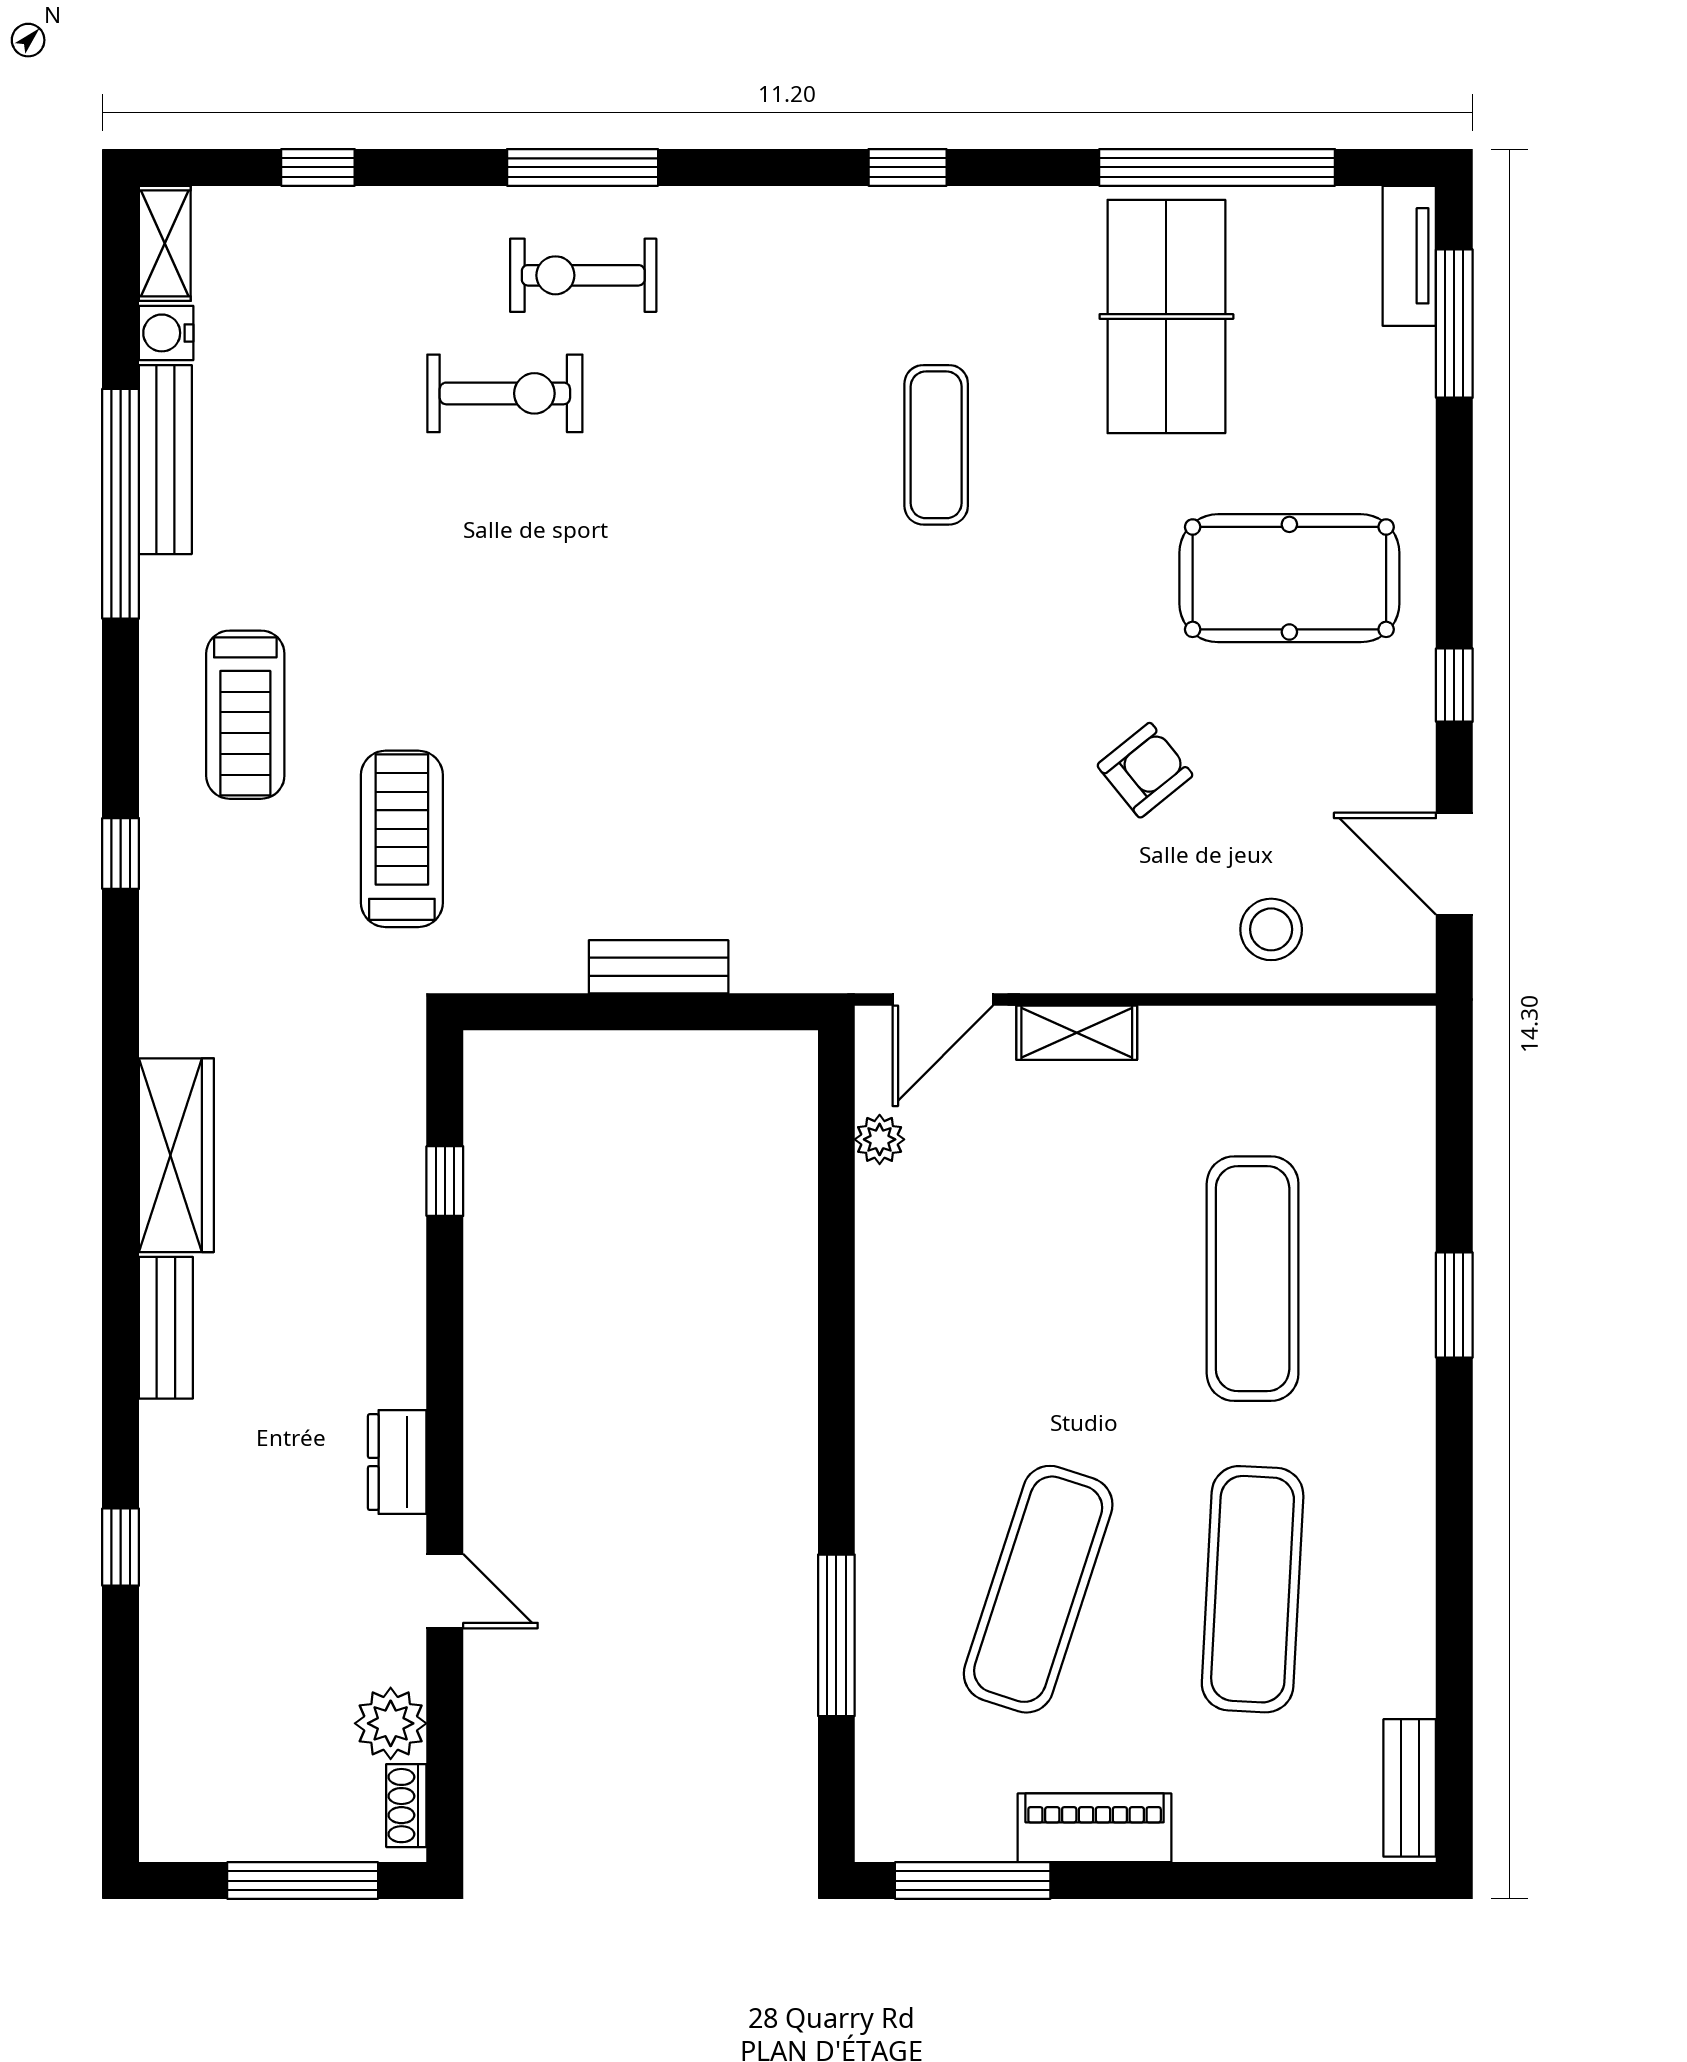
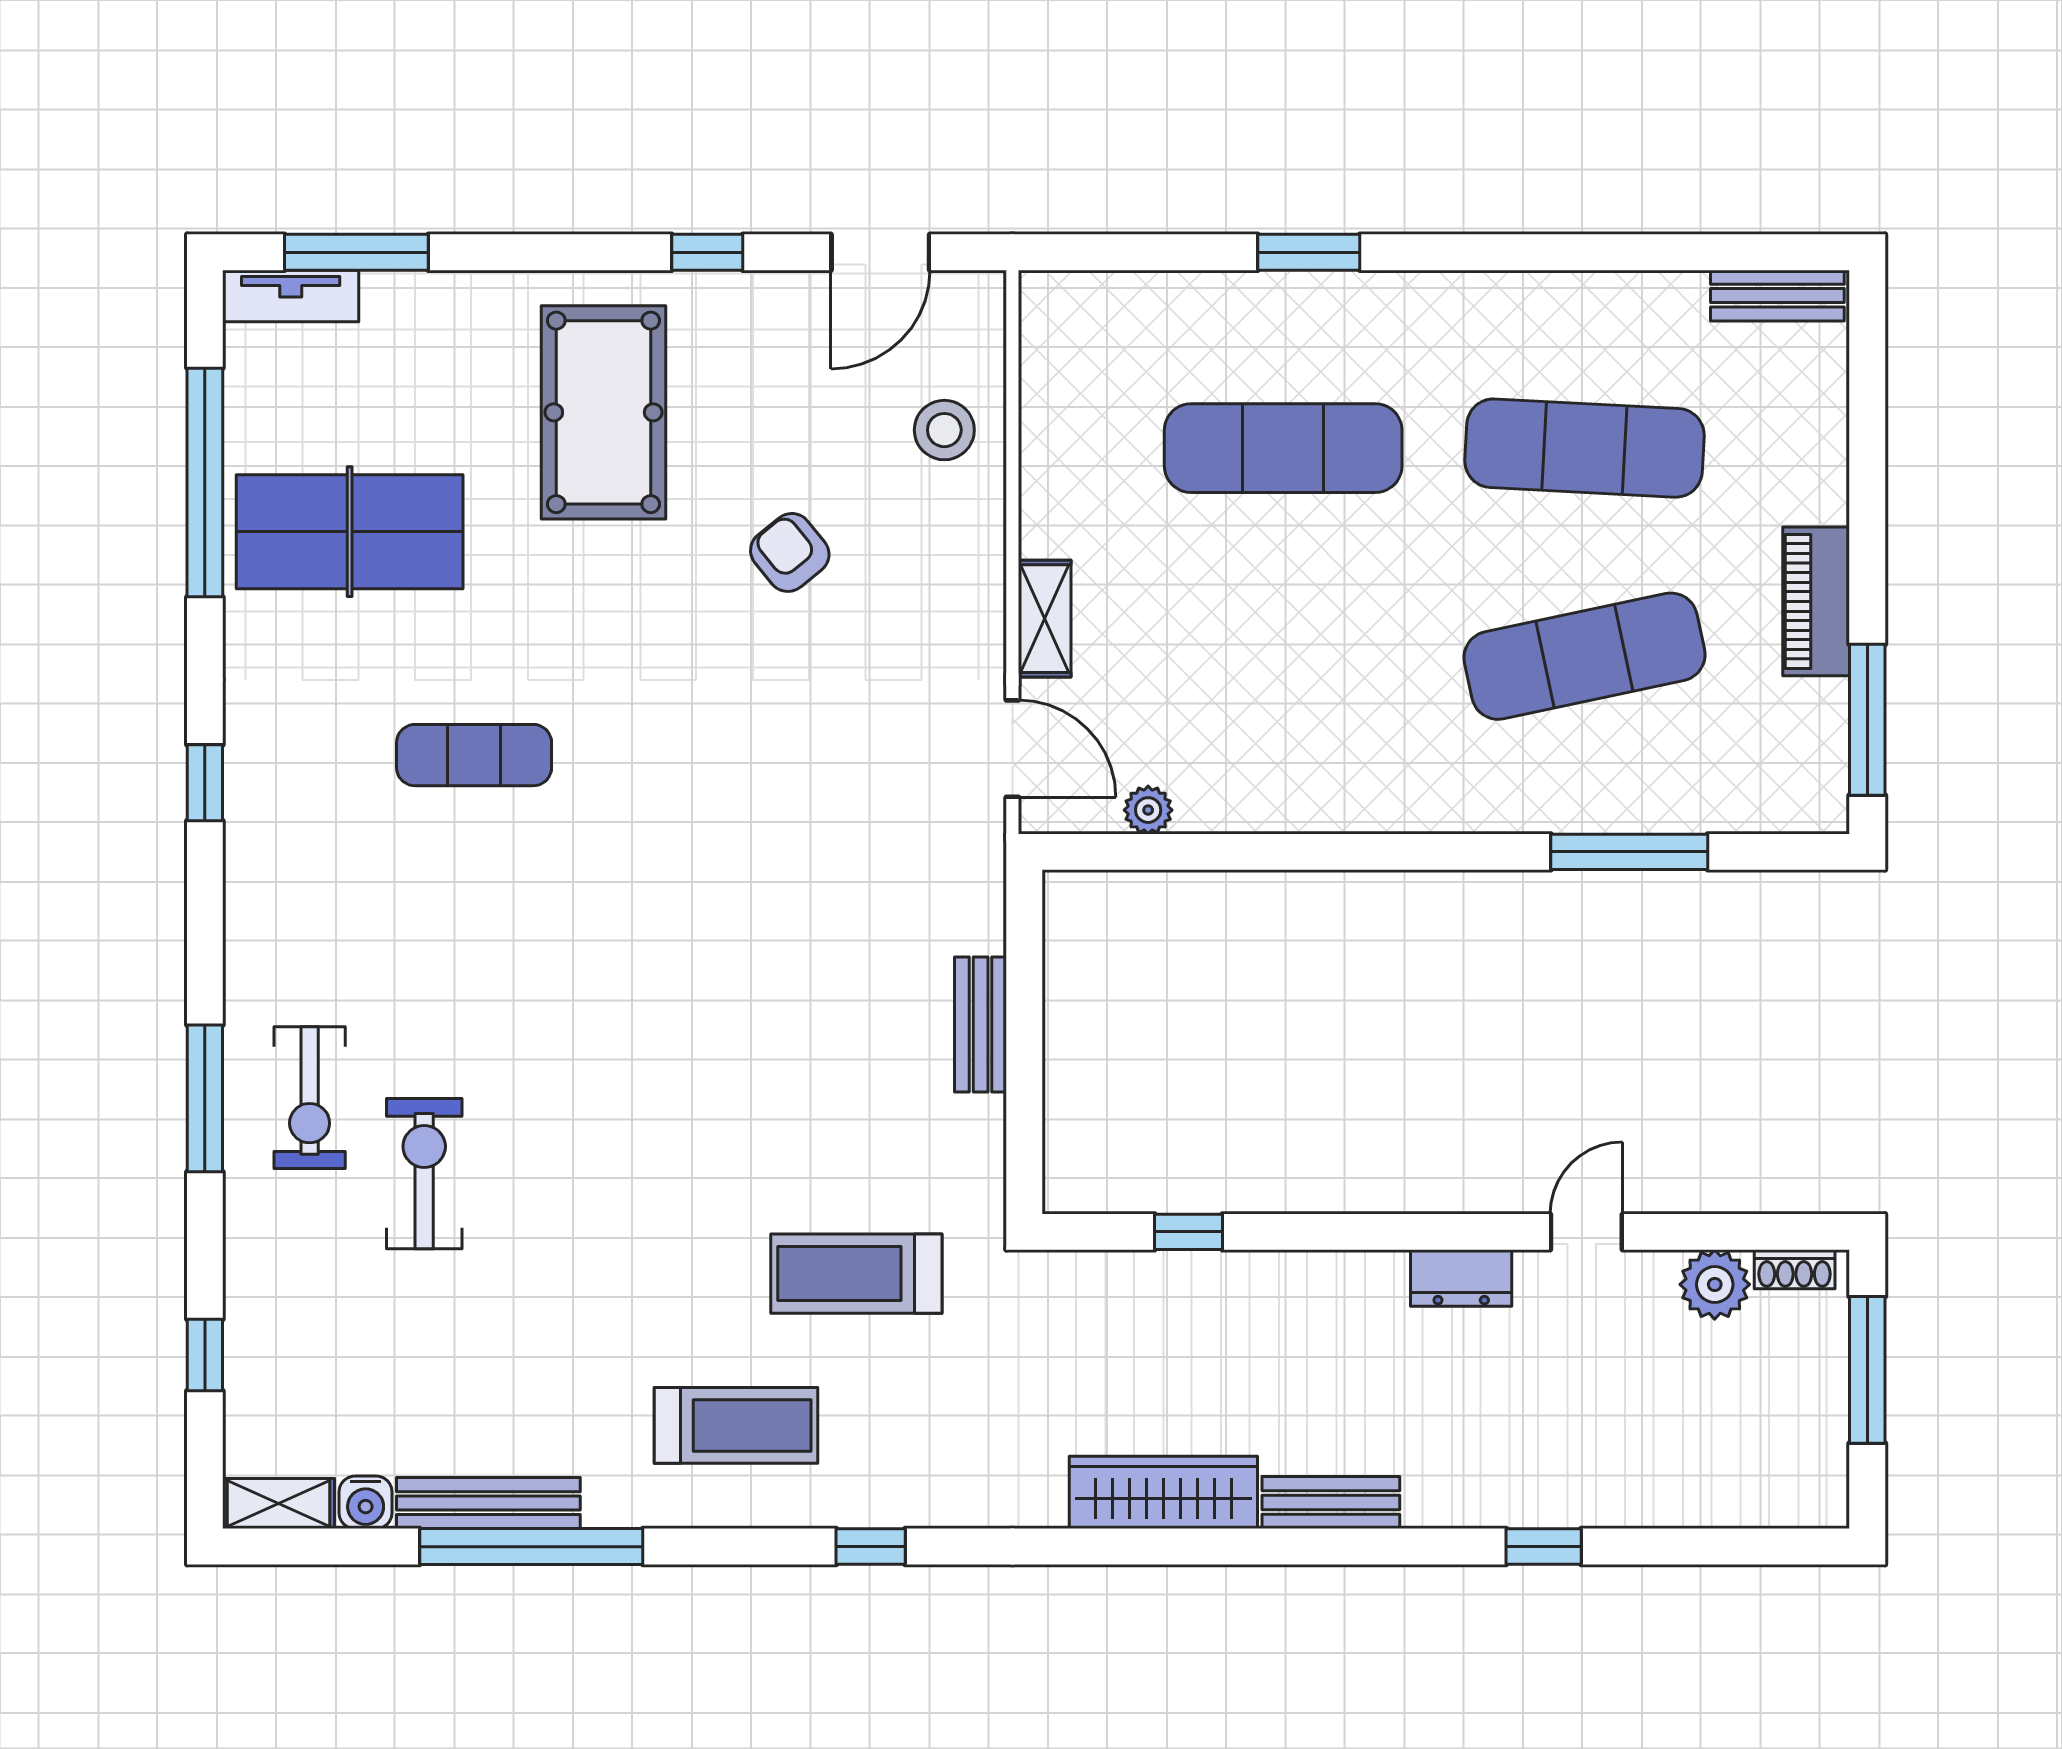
exercise mat: (1038, 1589) -> (1584, 656), turned -30

